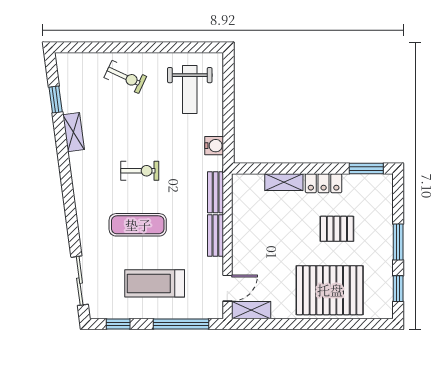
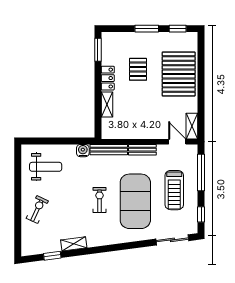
bench: (216, 192) -> (109, 150), width x1.36
exercise mat: (138, 225) -> (135, 201), width x2.00, depth x1.45

